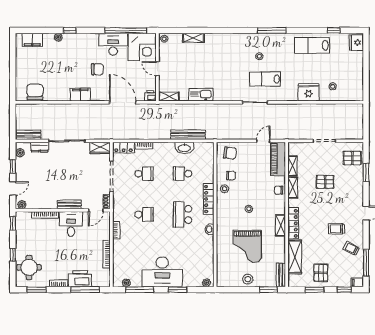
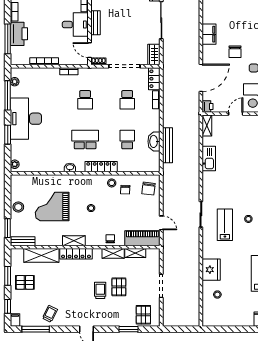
trolley: (336, 229) -> (100, 290), moved

